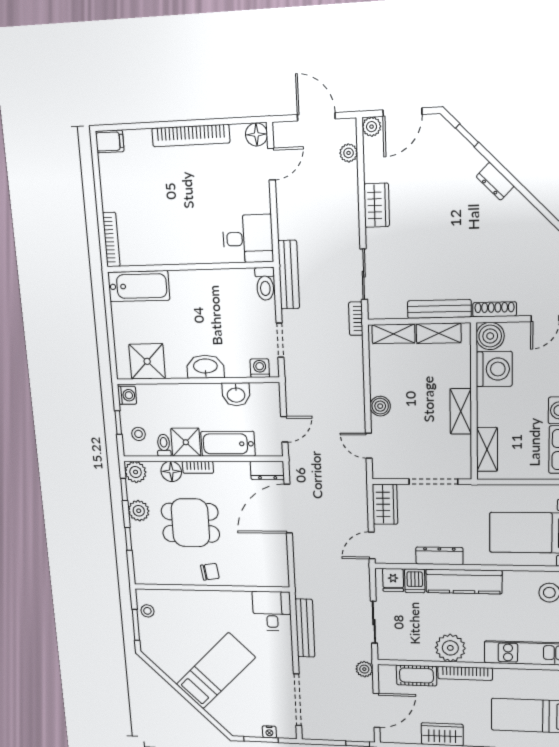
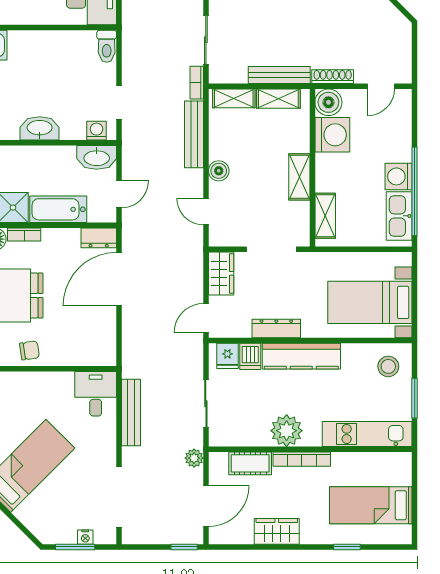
bench: (289, 275) -> (194, 134), moved
washbasin: (236, 394) -> (97, 157), moved, width x1.38

